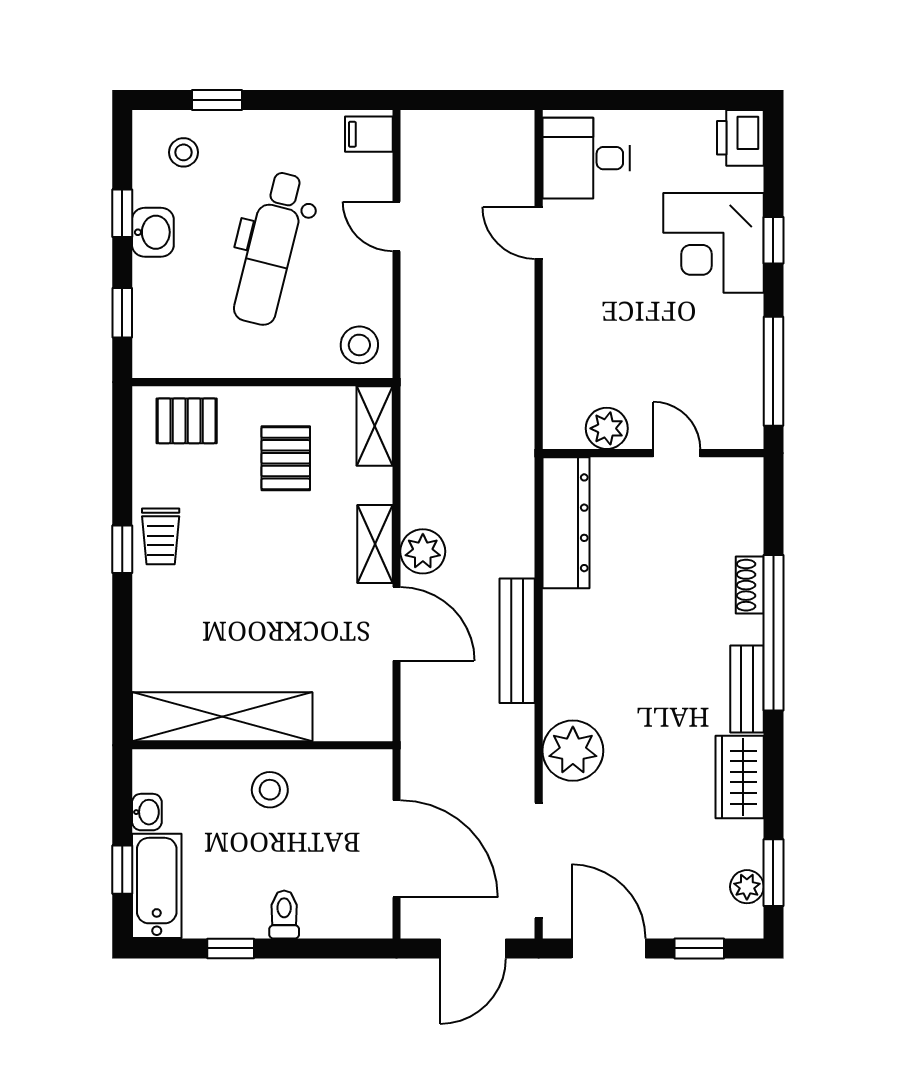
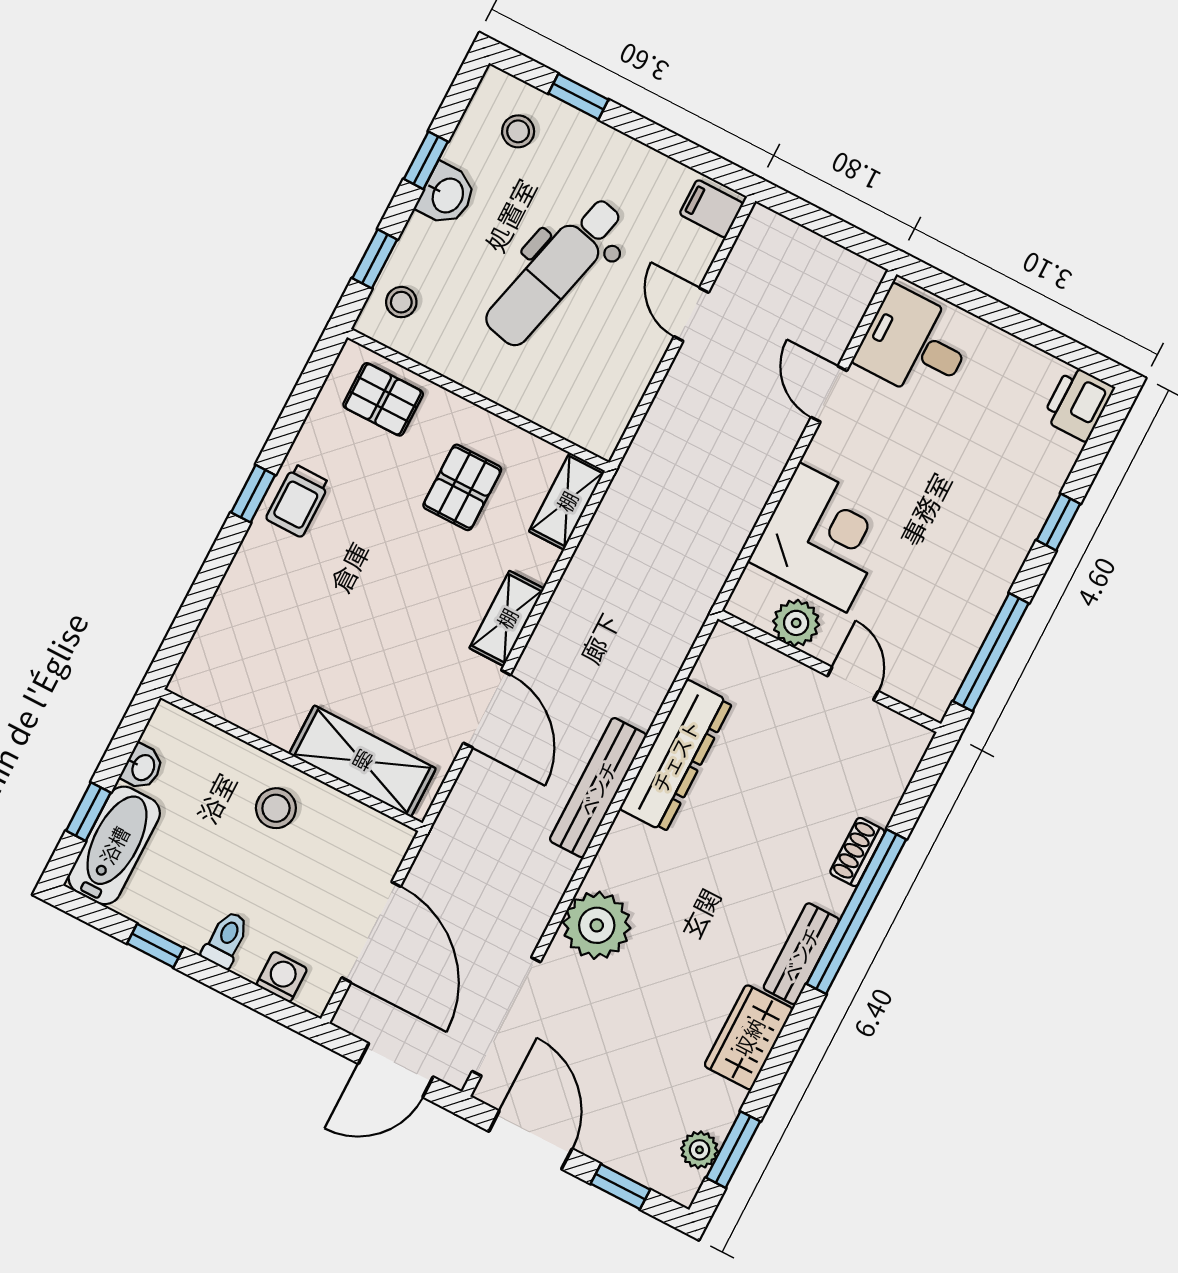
corner desk: (714, 243) -> (823, 537), moved, turned 180
stool: (359, 345) -> (401, 302), moved, width x0.73, depth x0.73
dresser: (566, 523) -> (676, 756), moved
plant: (423, 551) -> (550, 650), removed
shelving: (222, 717) -> (362, 761), moved, width x0.68
washing machine: (344, 921) -> (282, 977), added

